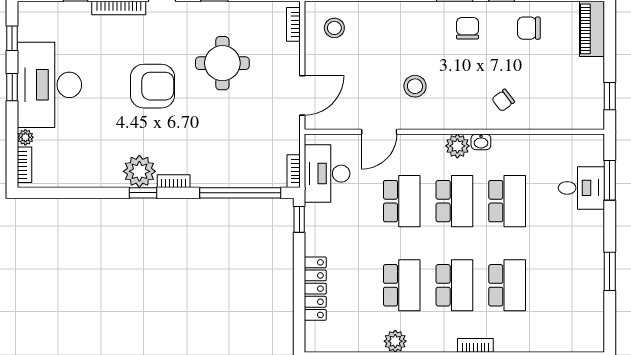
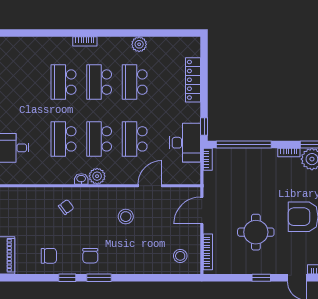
bookcase: (293, 24) -> (208, 252), width x1.56
desk: (327, 174) -> (185, 143), moved

